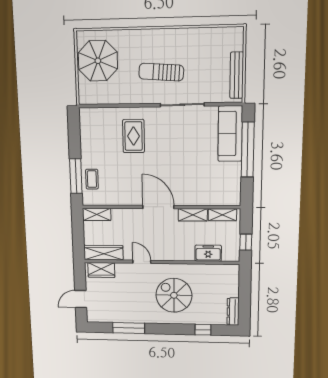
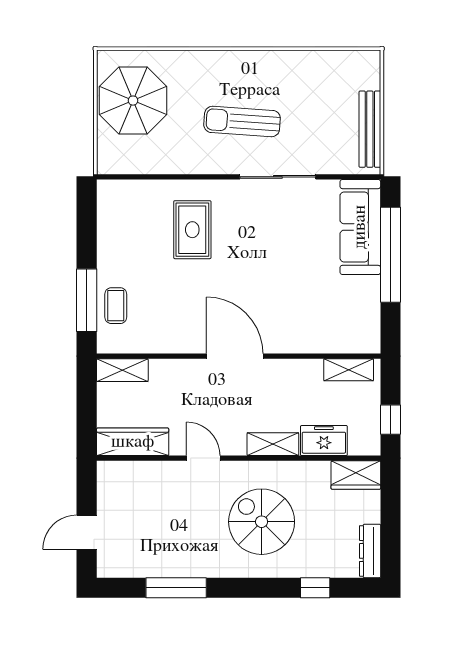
shelving: (193, 215) -> (273, 444), moved
wardrobe: (101, 270) -> (356, 475), moved

